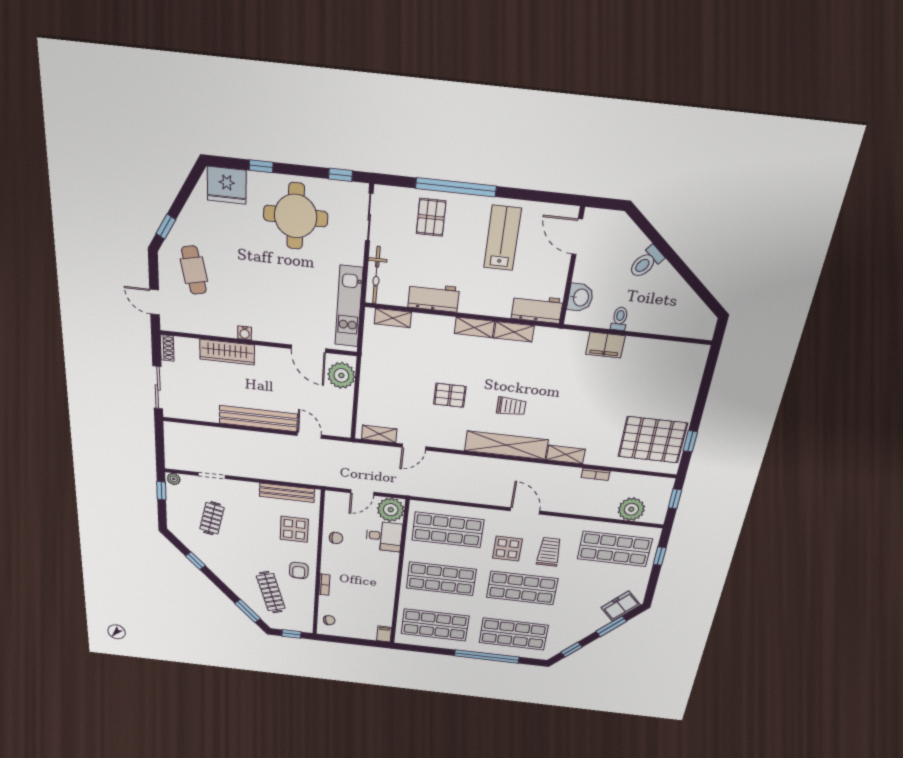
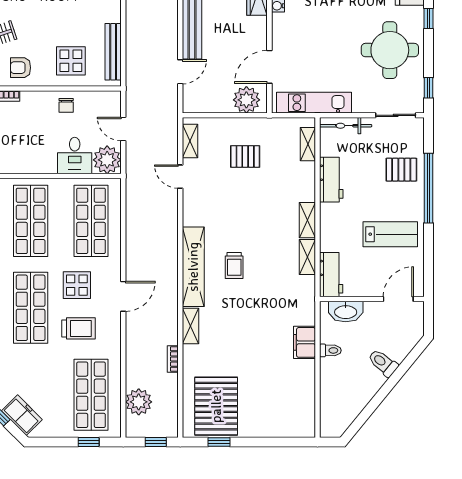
washbasin: (580, 297) -> (346, 311), width x1.38
pallet: (450, 395) -> (245, 156), moved, turned 90

